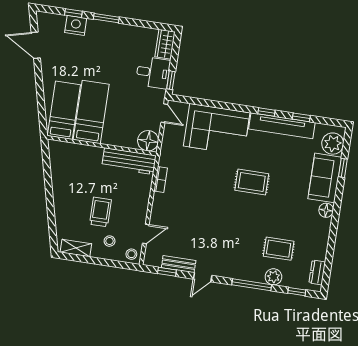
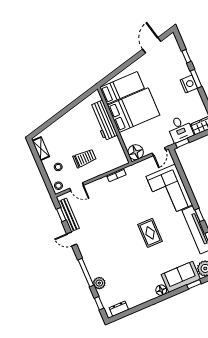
nightstand: (76, 25) -> (189, 84), moved
bed: (91, 112) -> (134, 110), width x1.50
workbench: (129, 161) -> (104, 120), moved
trolley: (100, 212) -> (85, 158), moved
rug: (279, 249) -> (119, 275), removed
bench: (179, 264) -> (69, 215), width x1.36

